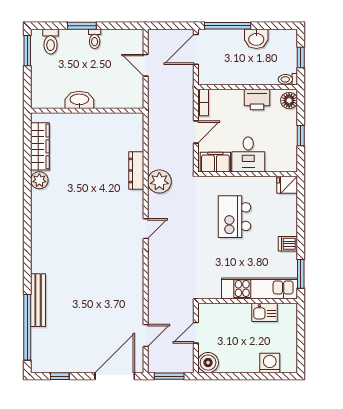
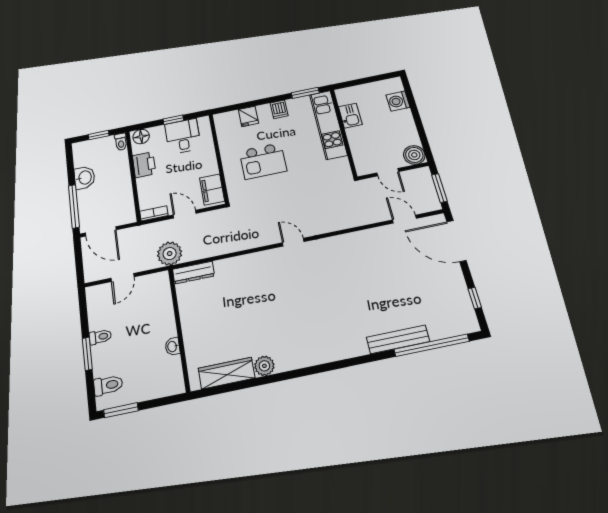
washbasin: (79, 100) -> (172, 346), width x0.52, depth x0.69
desk: (248, 154) -> (183, 136), moved, turned -90
dresser: (136, 170) -> (193, 273), moved
plant: (159, 181) -> (170, 254), moved
fridge: (287, 185) -> (248, 116), moved

